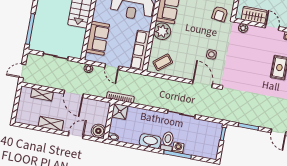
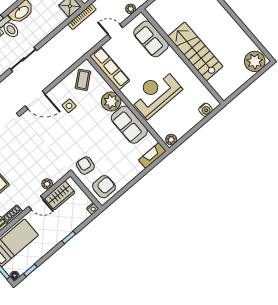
plant: (243, 28) -> (47, 184), moved
side table: (211, 54) -> (69, 106), moved

